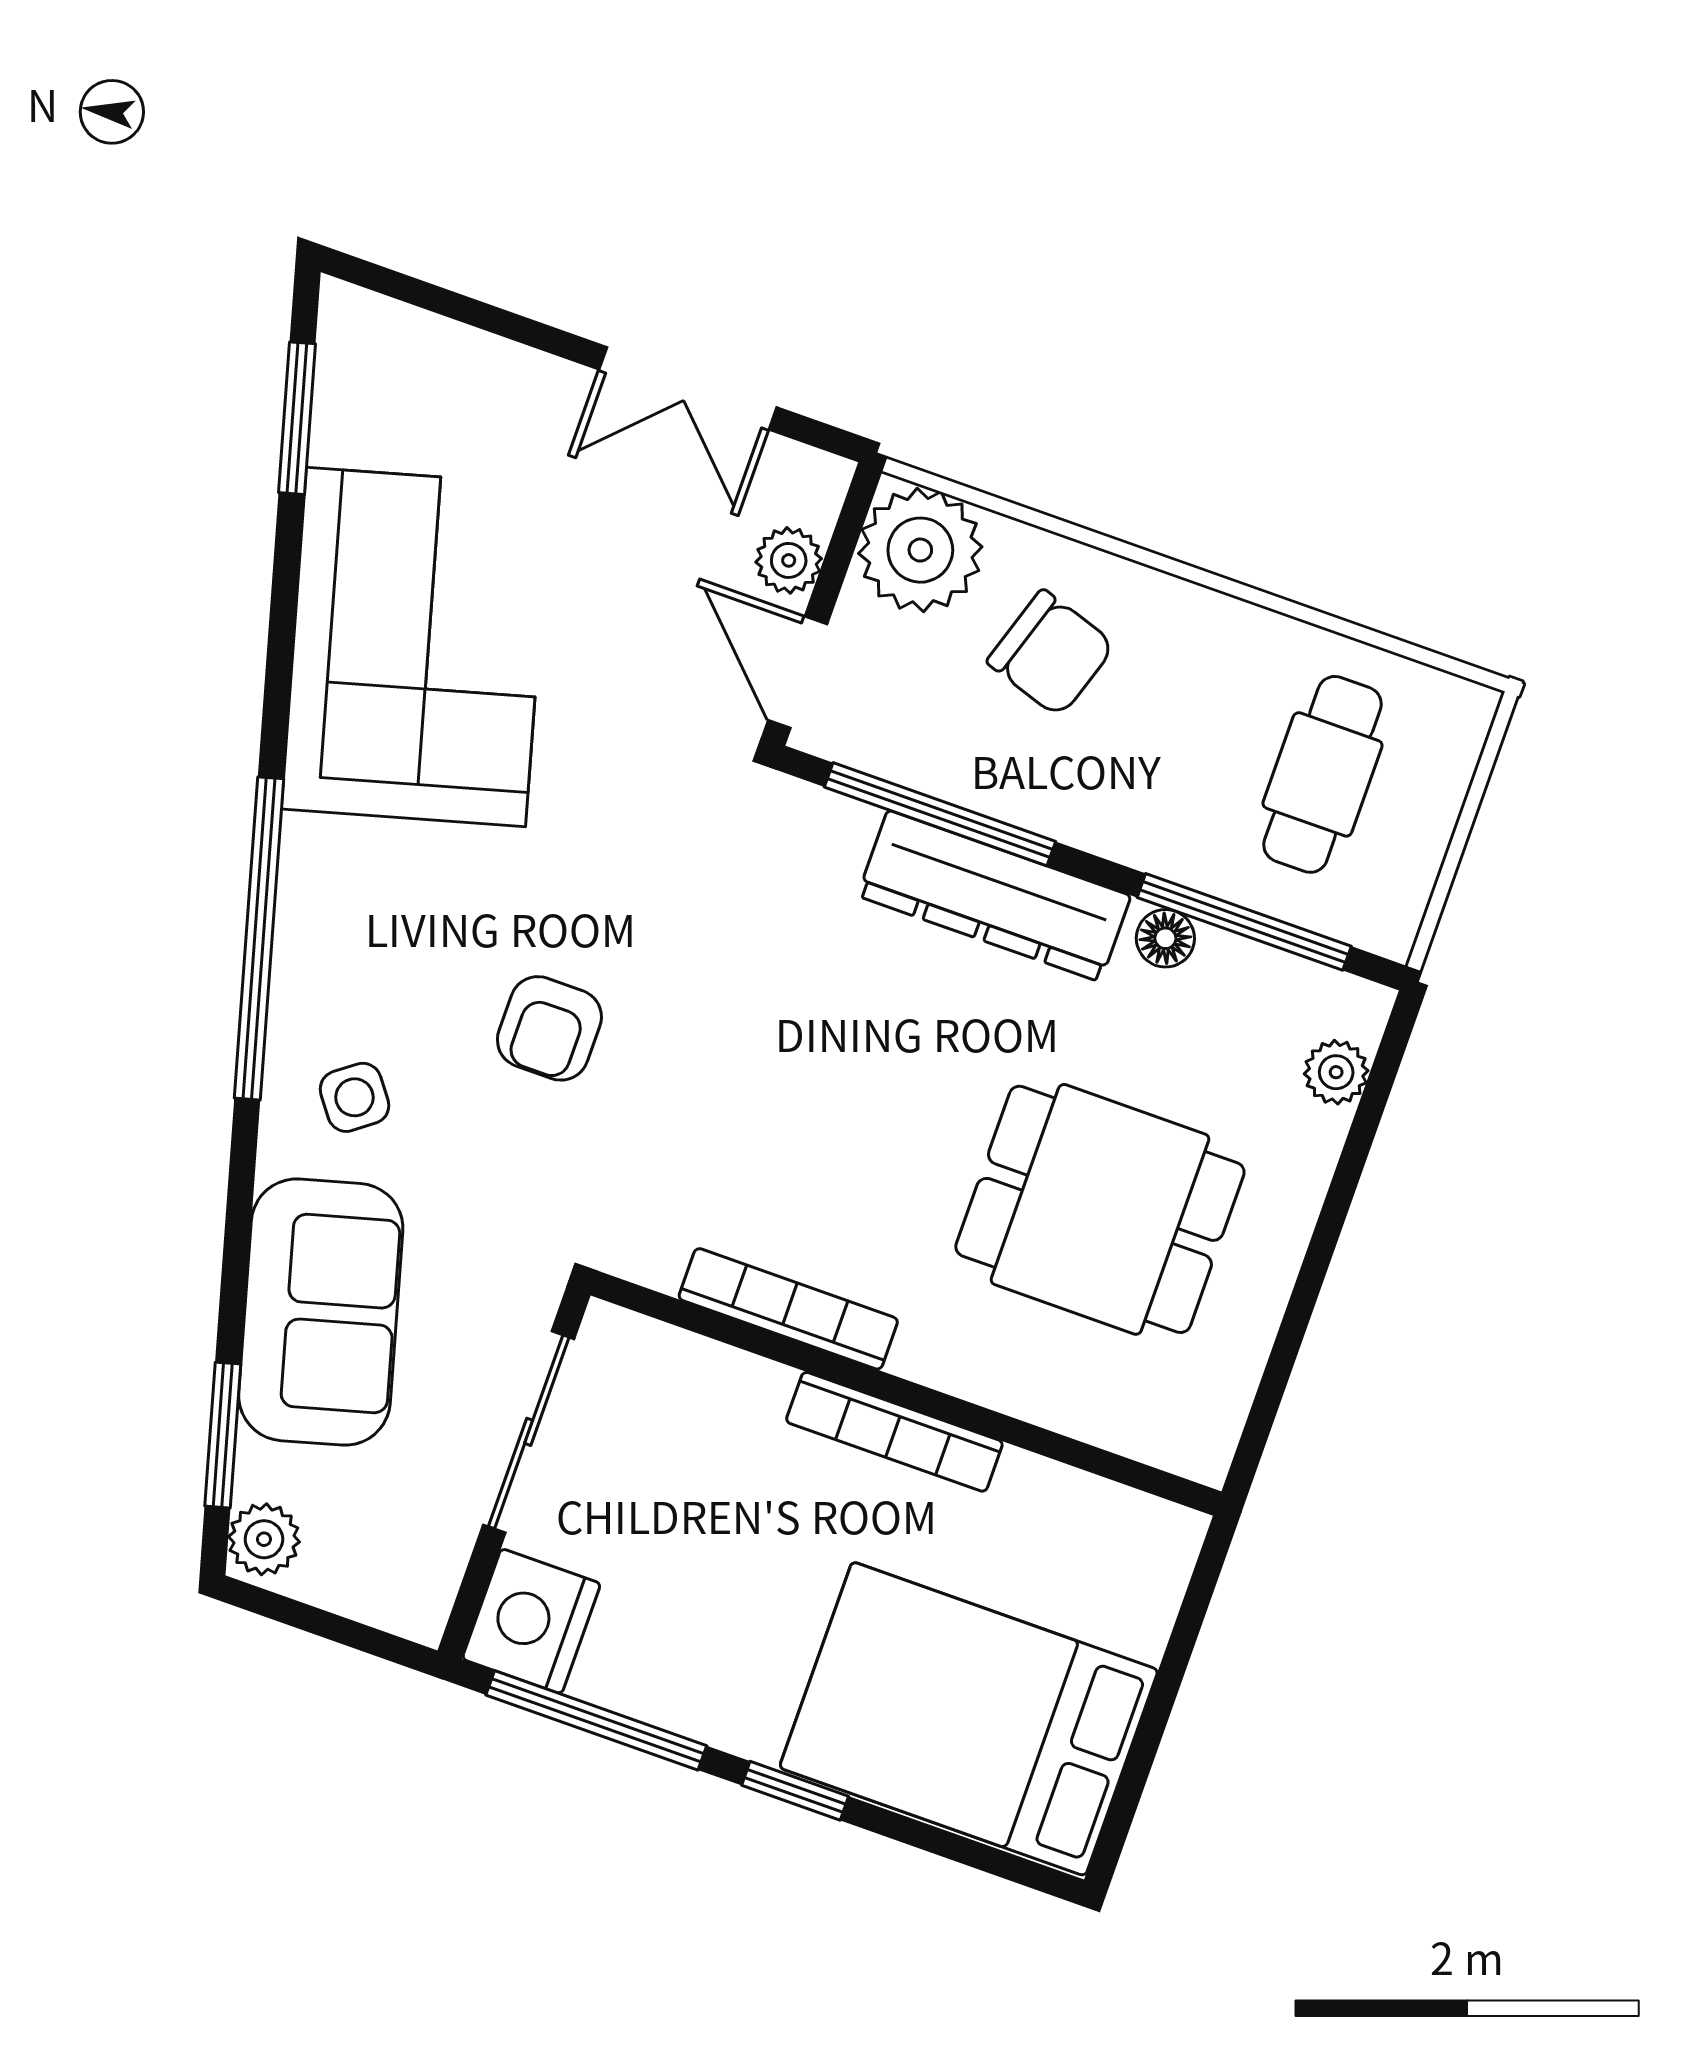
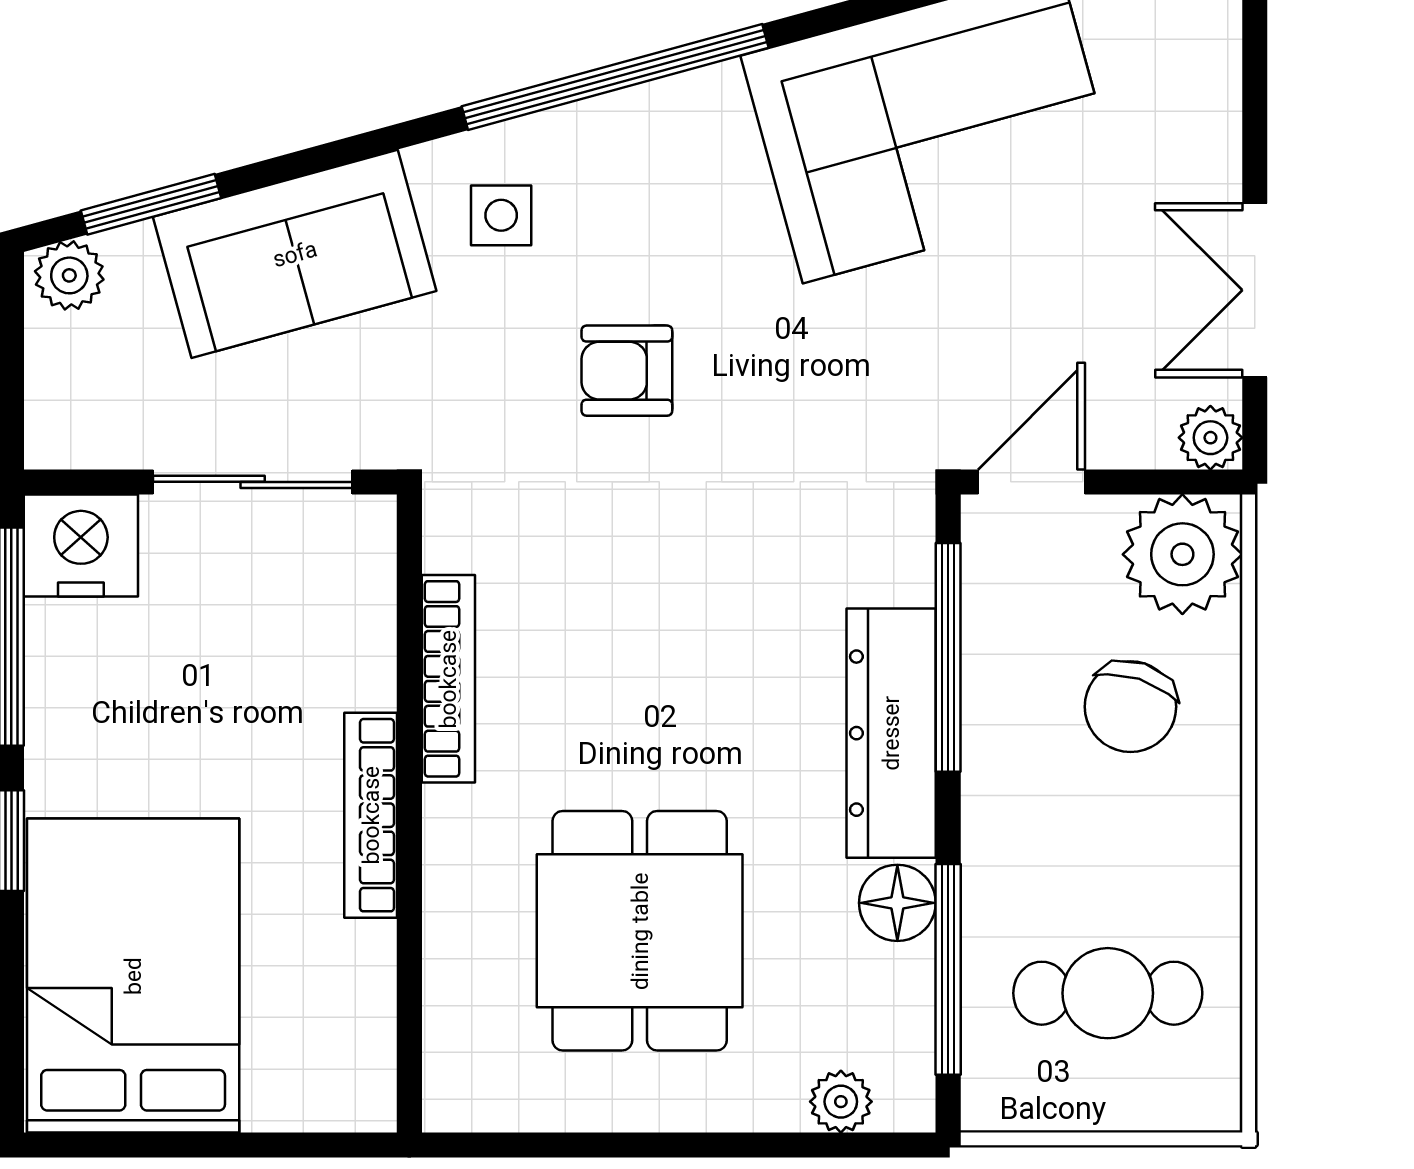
plant: (789, 560) -> (1210, 438), moved
floor lamp: (1165, 938) -> (897, 903), width x1.37, depth x1.37
side table: (354, 1097) -> (501, 215), turned 37

